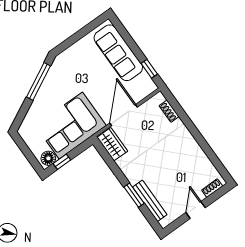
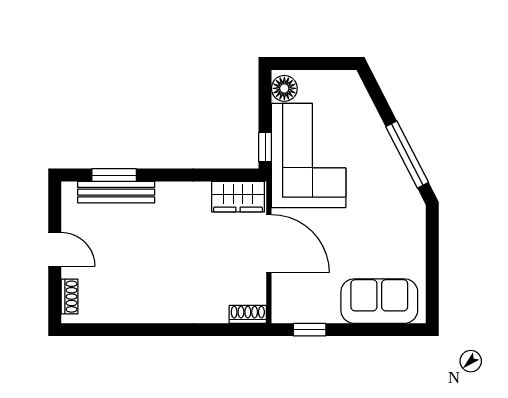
sofa: (118, 53) -> (379, 301), width x0.73
shoe rack: (169, 111) -> (248, 314), moved
window: (62, 162) -> (265, 147), moved
window: (134, 195) -> (114, 175), moved

